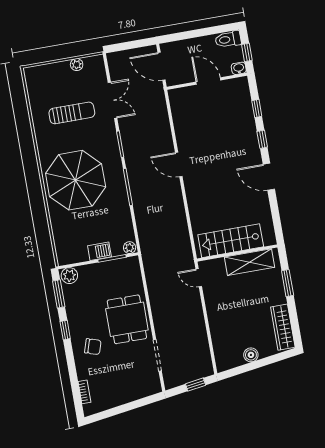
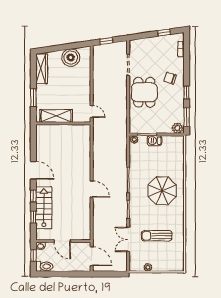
parasol: (76, 180) -> (162, 191), width x0.73, depth x0.73
stairs: (231, 241) -> (44, 208), moved, turned -90
boiler: (251, 355) -> (71, 58), width x1.86, depth x1.86
window: (113, 412) -> (164, 33), added

